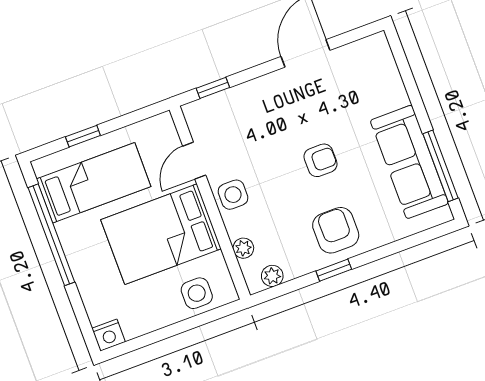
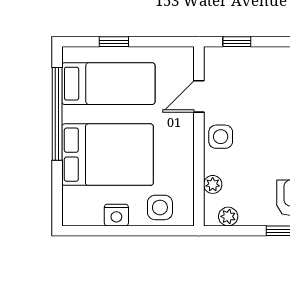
bed: (161, 234) -> (107, 155), moved, turned 180
nightstand: (109, 335) -> (116, 215), moved

